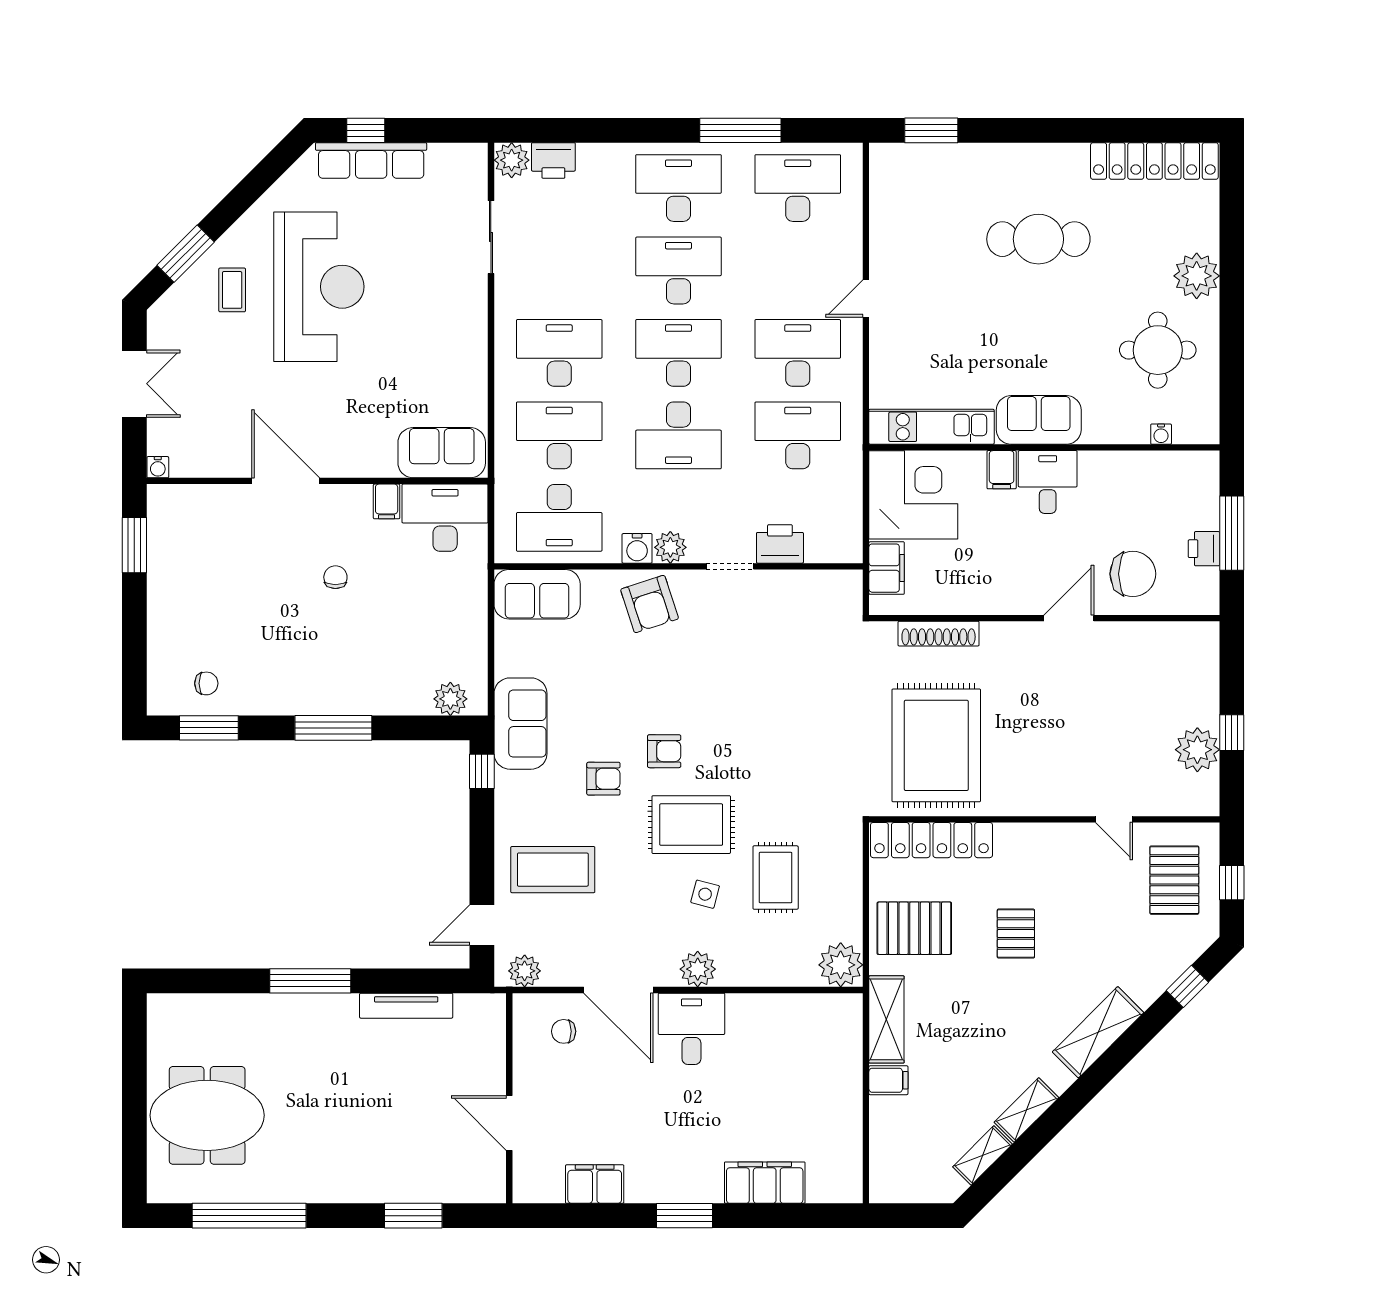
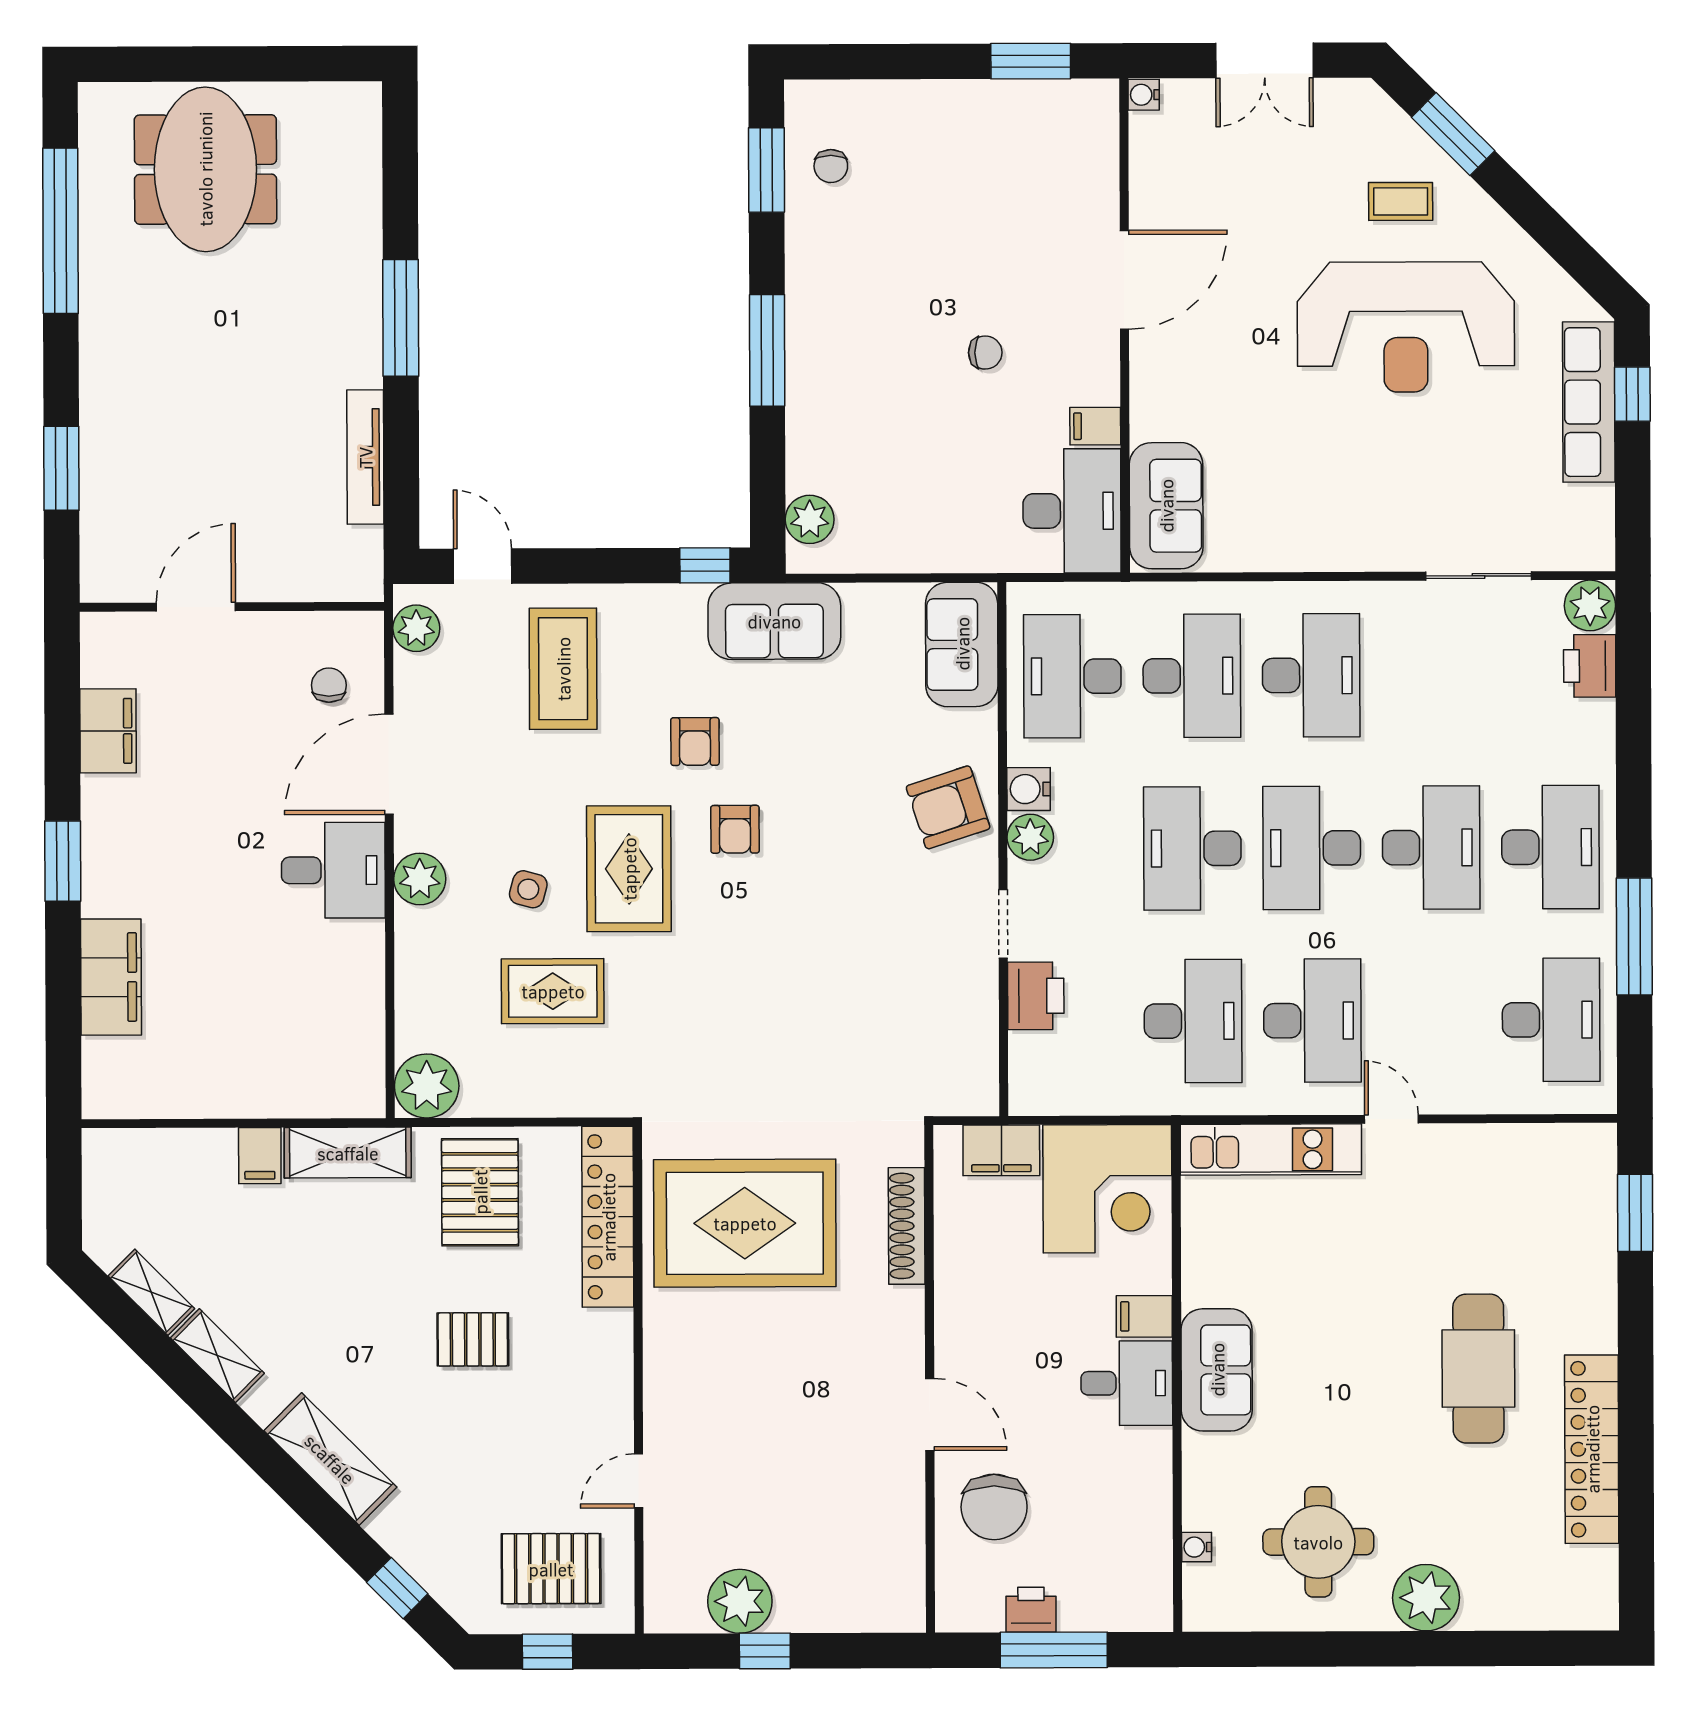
locker: (1154, 161) -> (1592, 1449), moved
desk: (678, 353) -> (1312, 848), turned 180
kitchen unit: (932, 427) -> (1271, 1149), moved, turned 90

